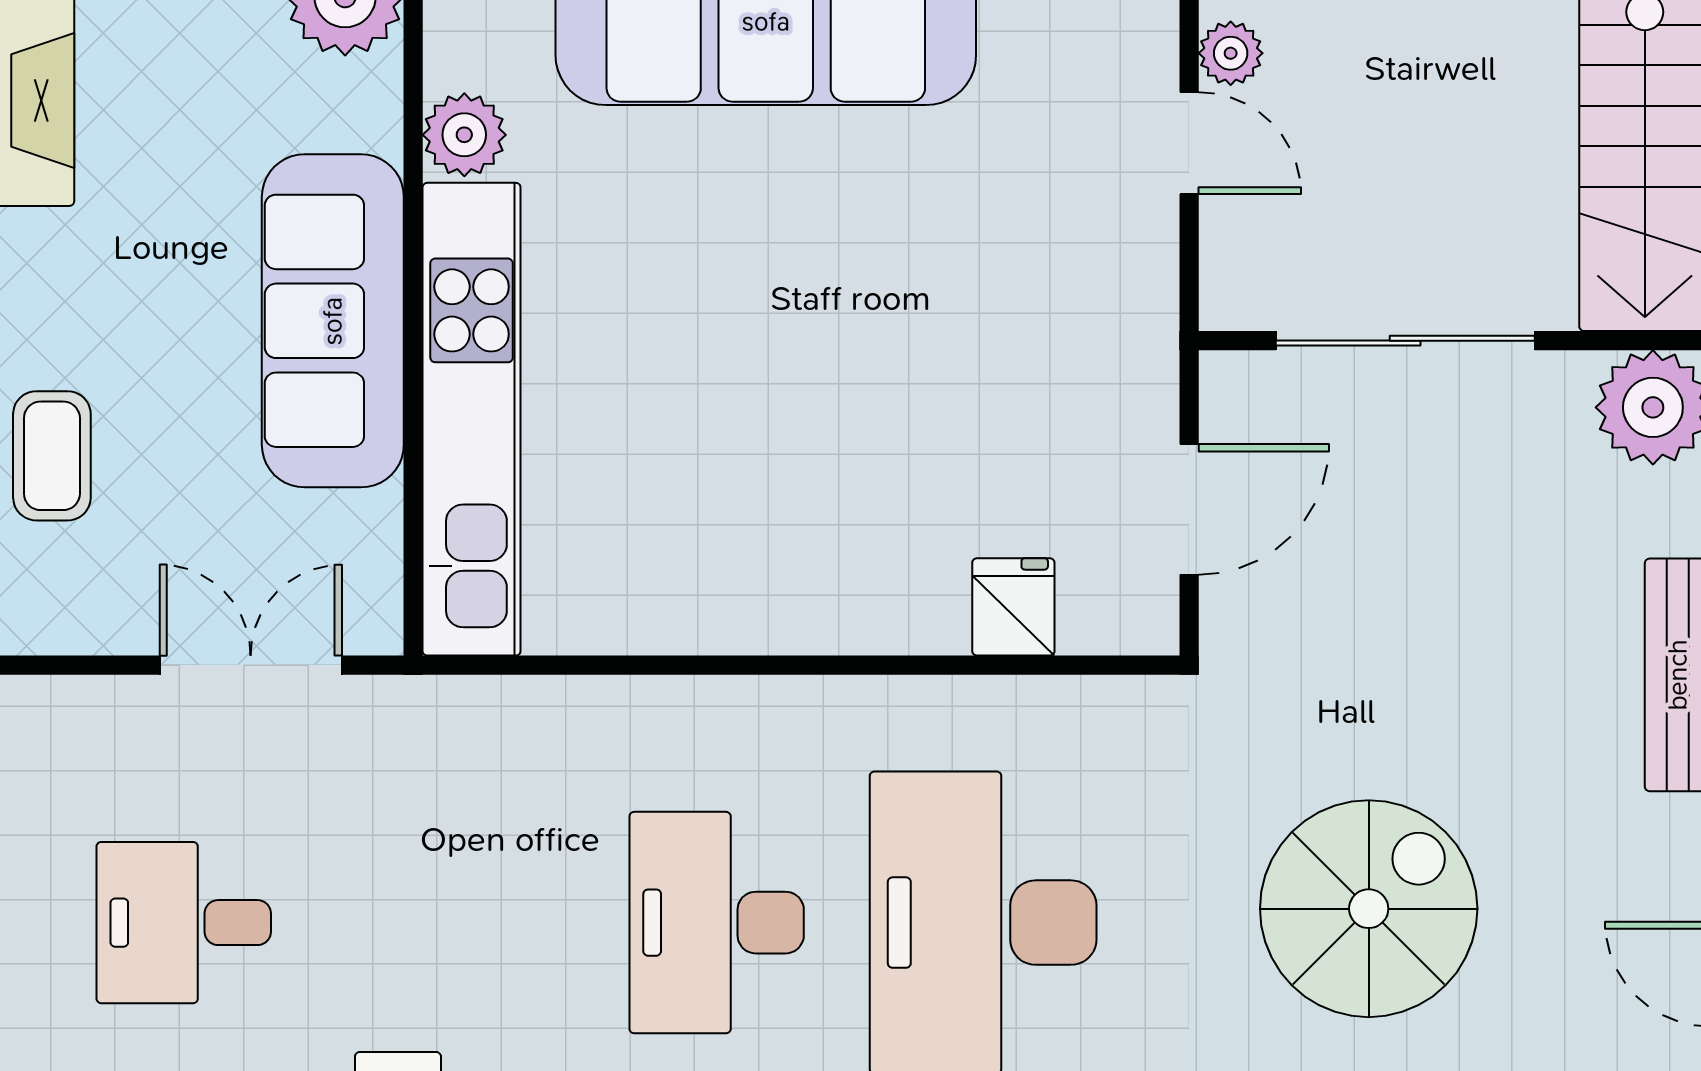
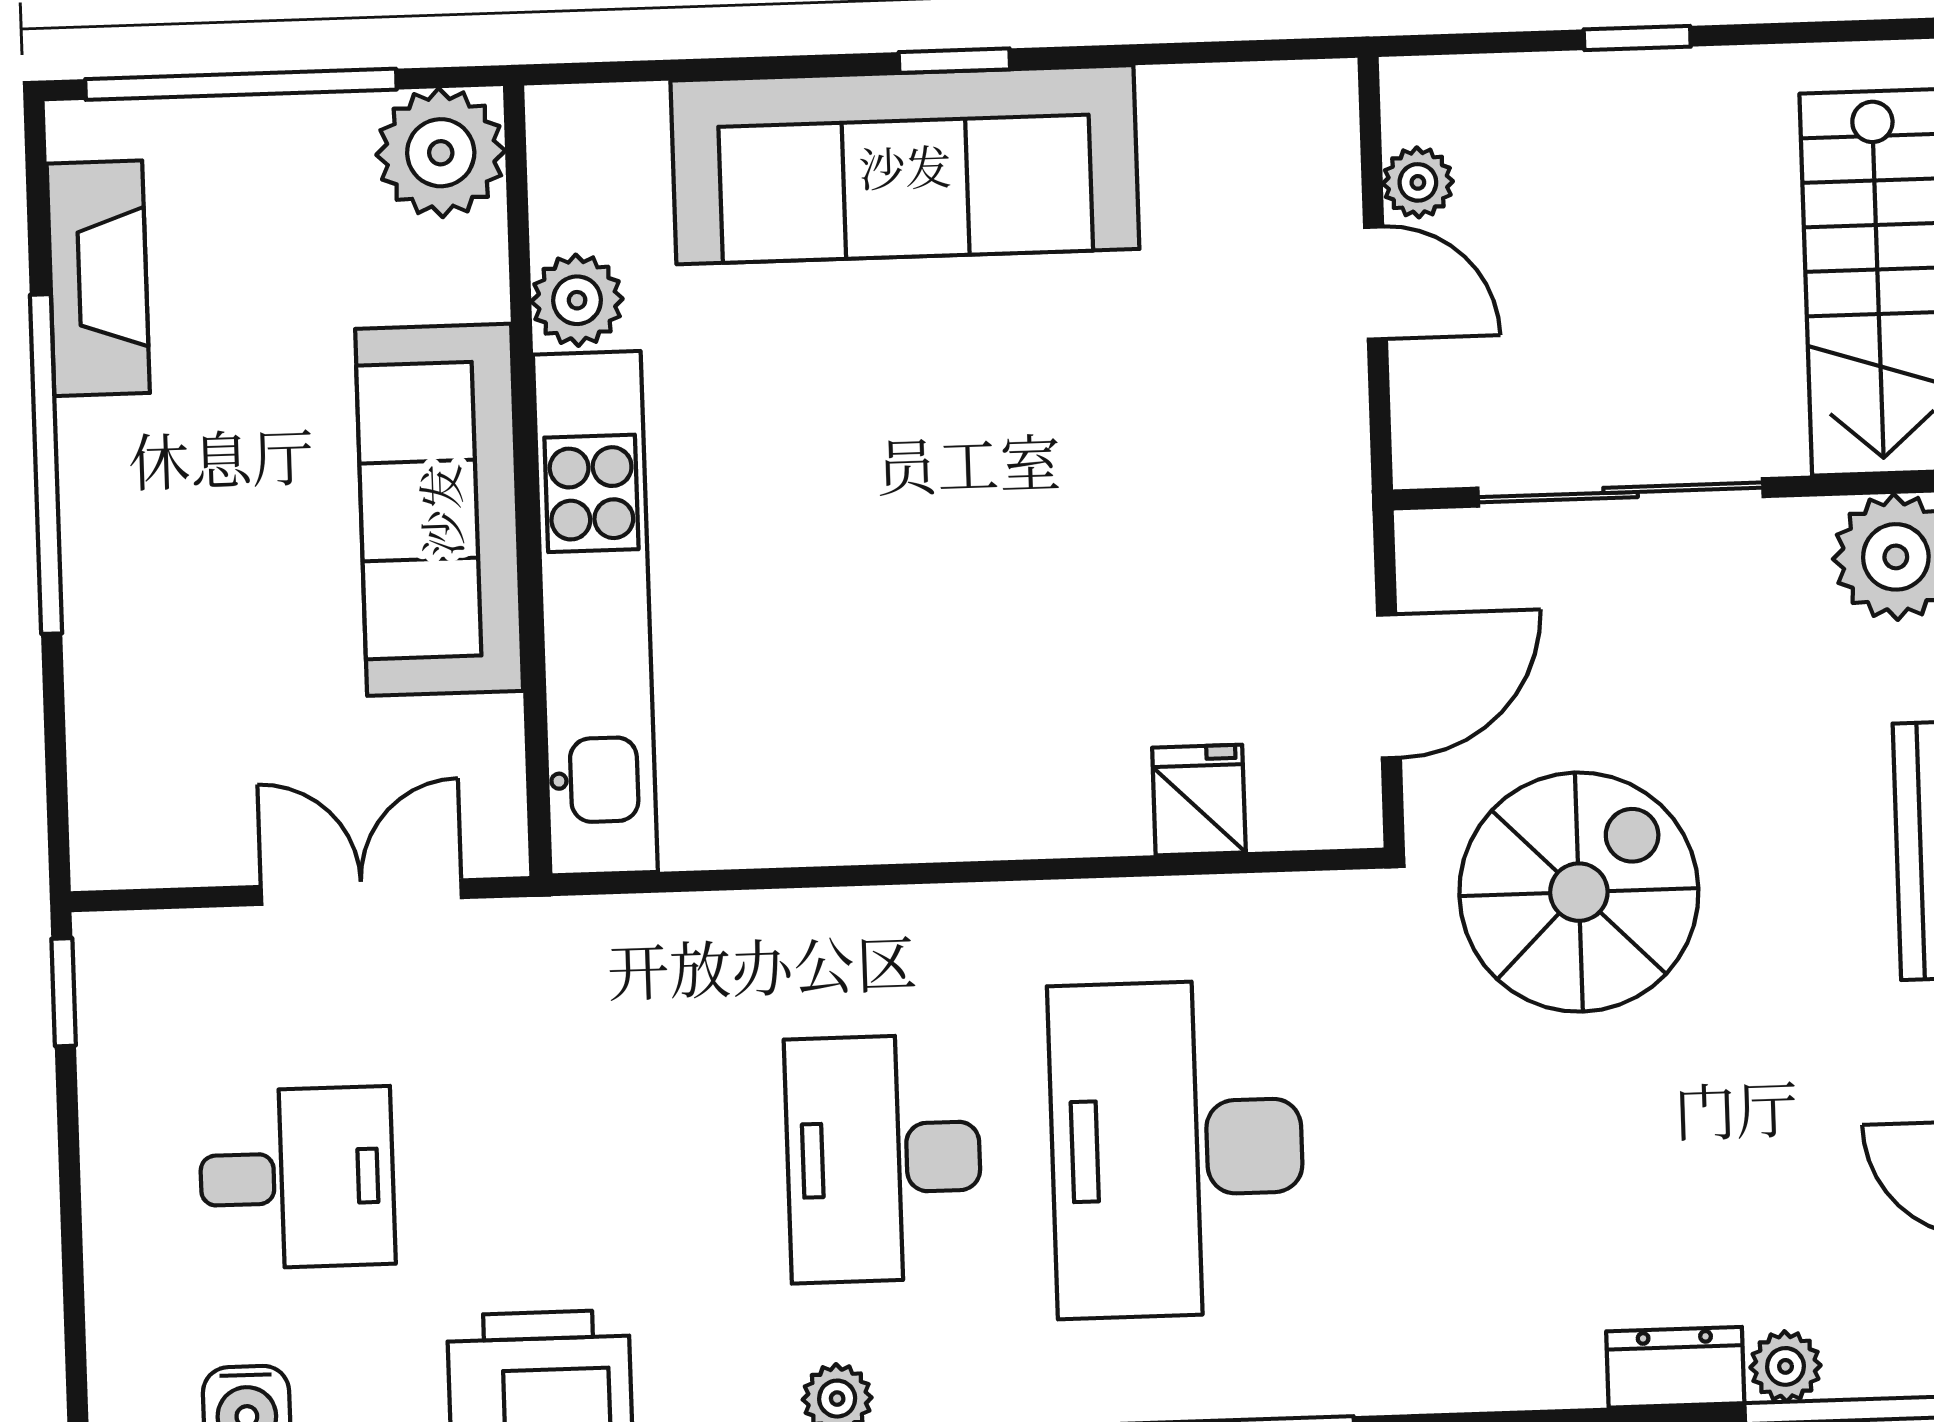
coffee table: (52, 456) -> (135, 669), removed
spiral stairs: (1369, 909) -> (1579, 892), moved
desk: (184, 923) -> (297, 1178), turned 180

